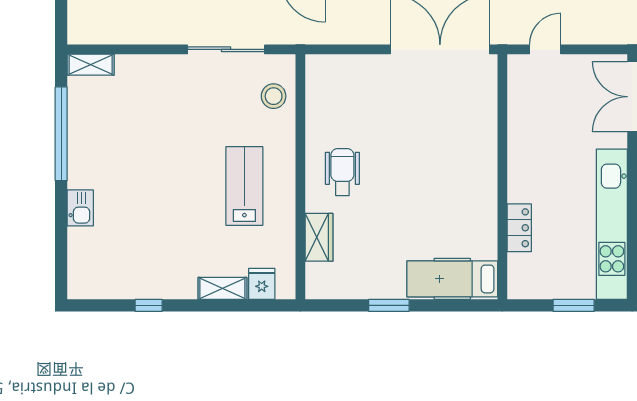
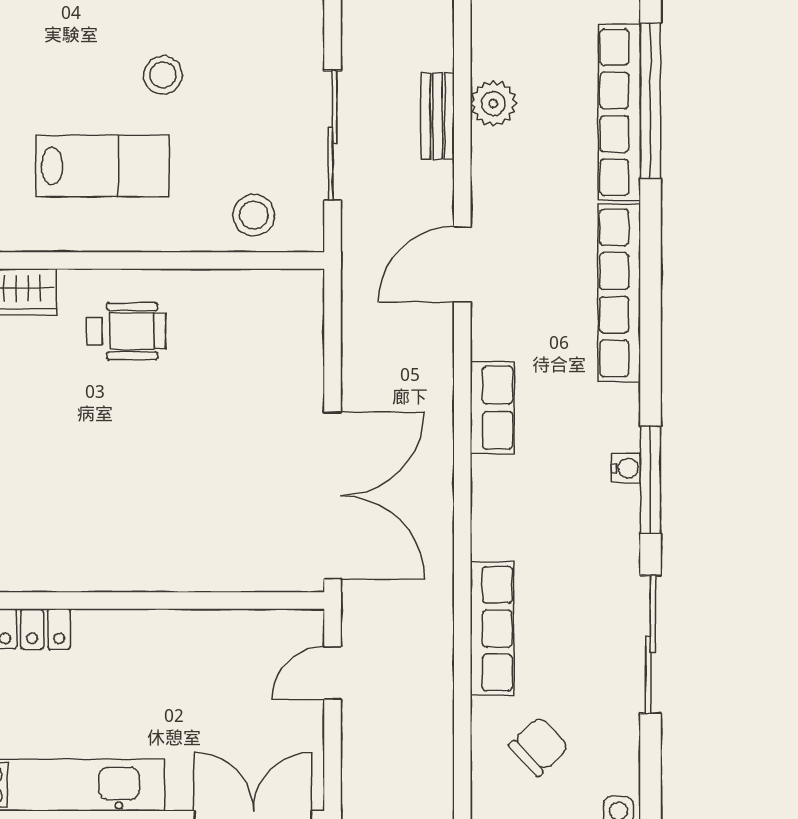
door: (545, 49) -> (333, 673), swing flipped
stool: (190, 150) -> (163, 75), added

